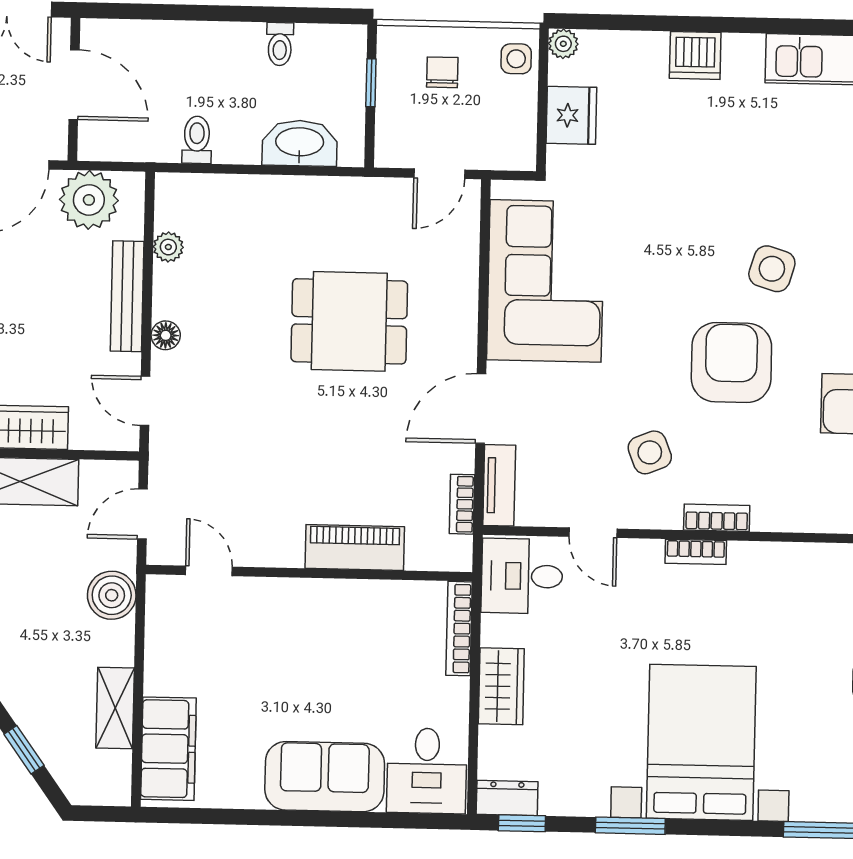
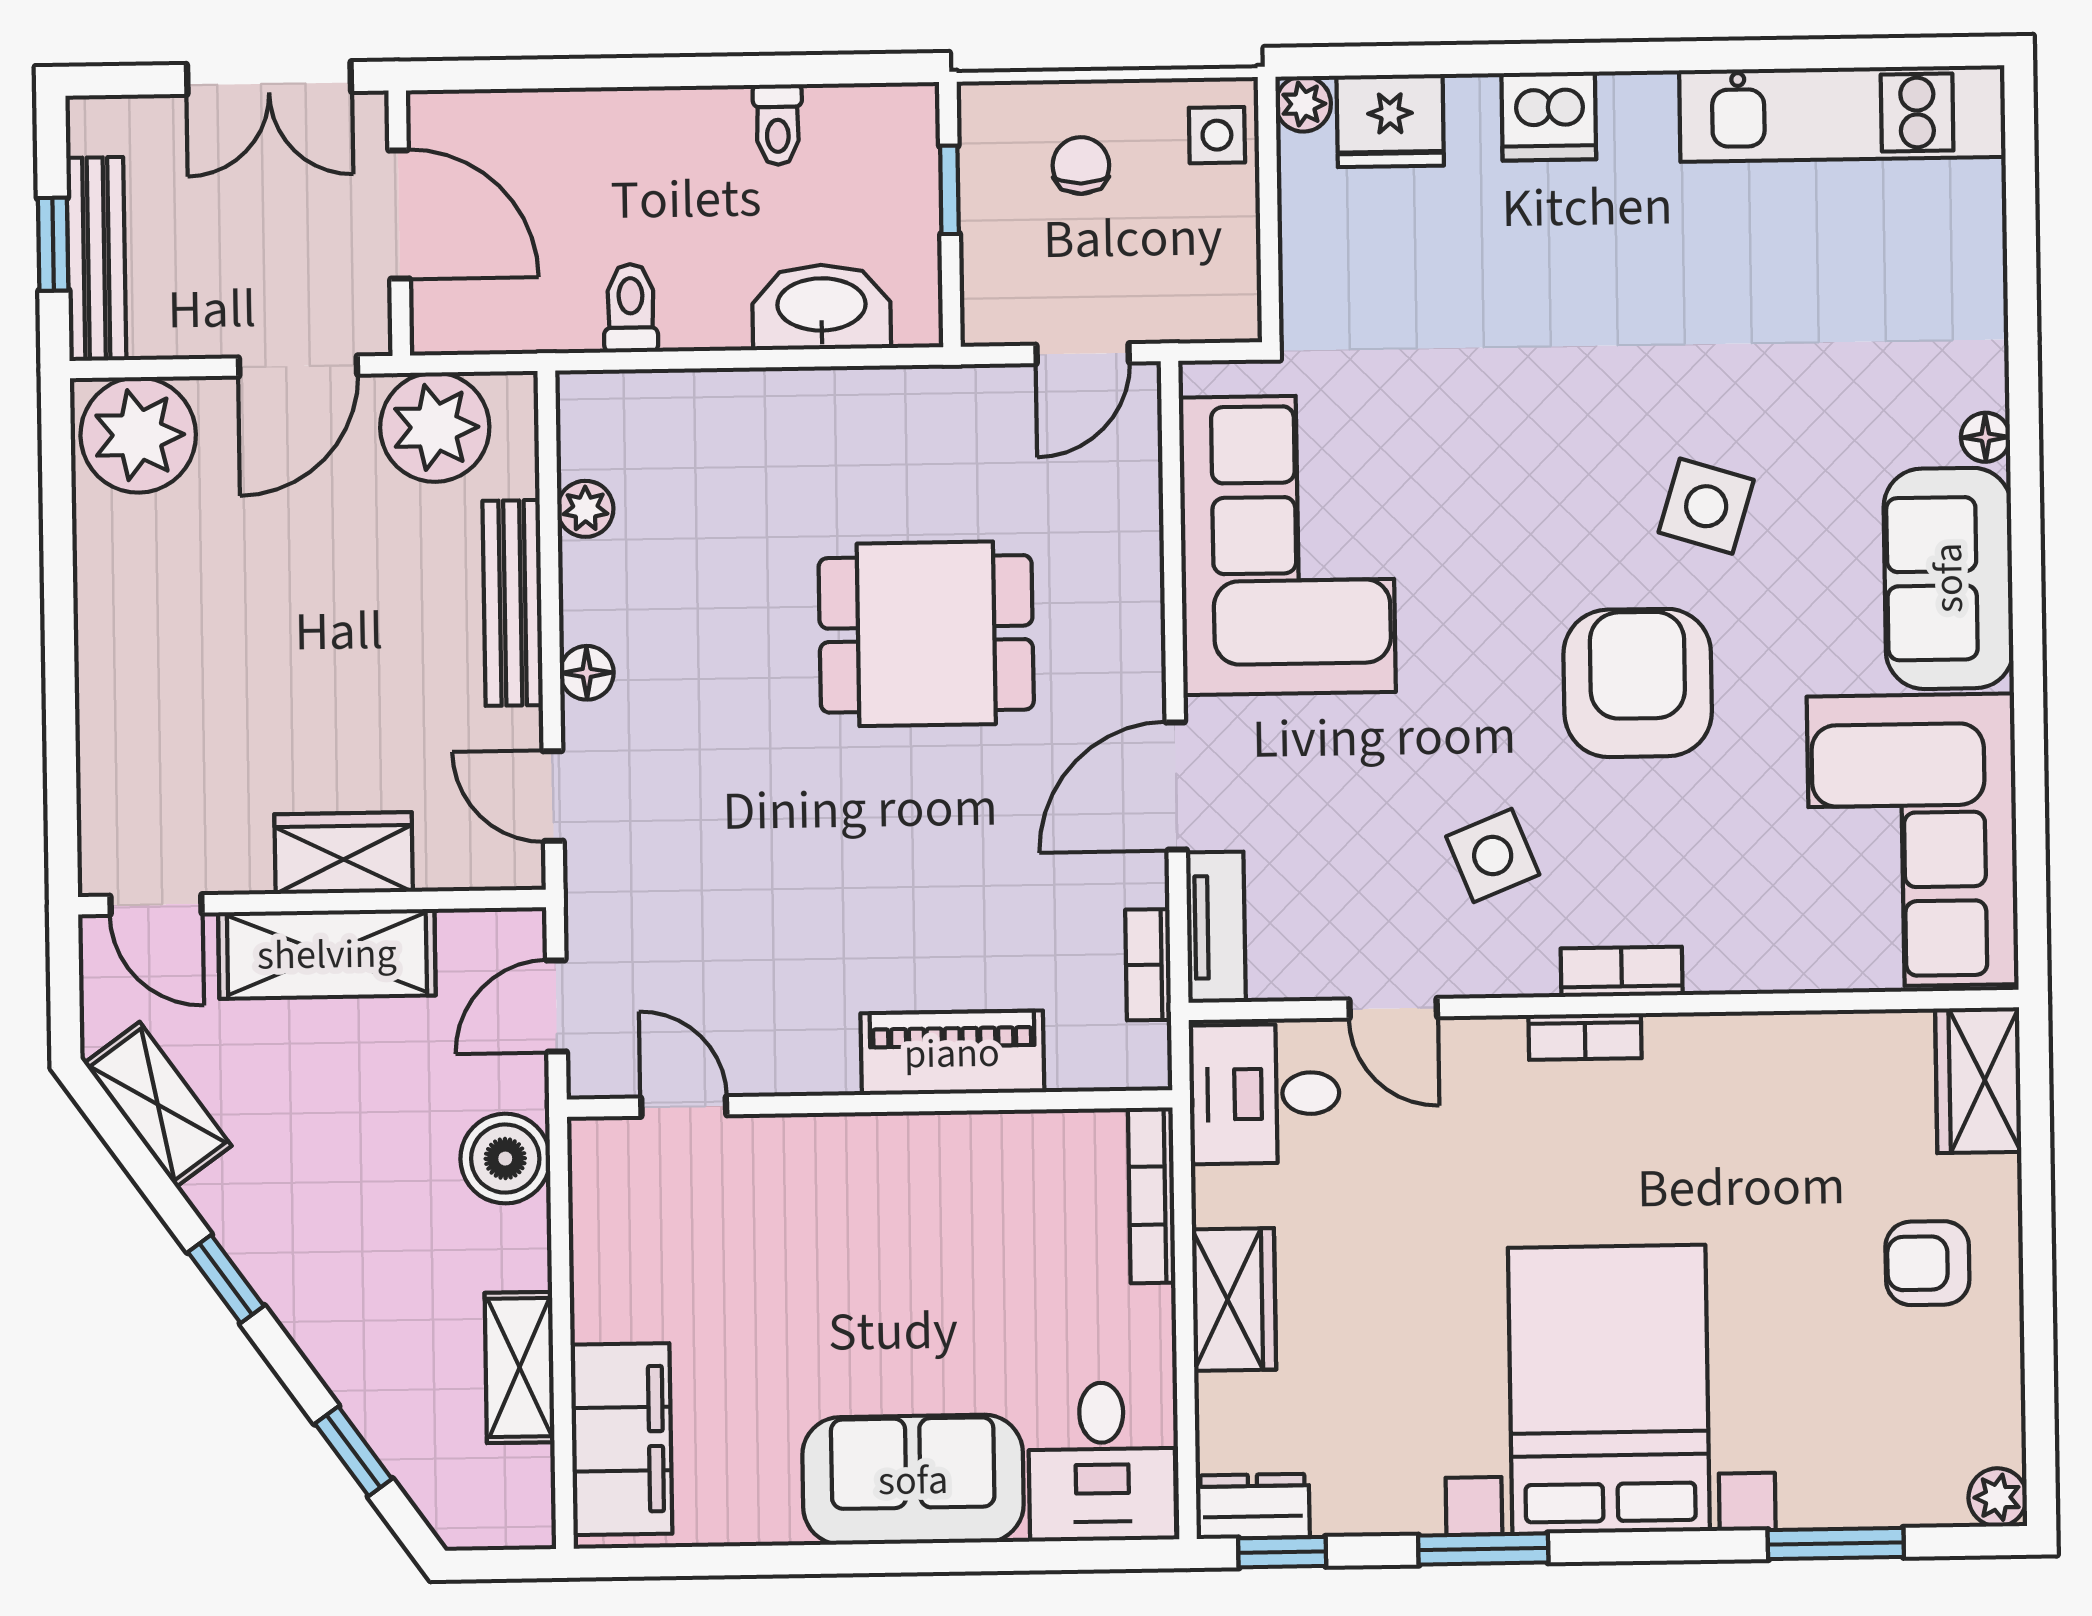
fridge: (571, 115) -> (1390, 121), moved, turned 90

